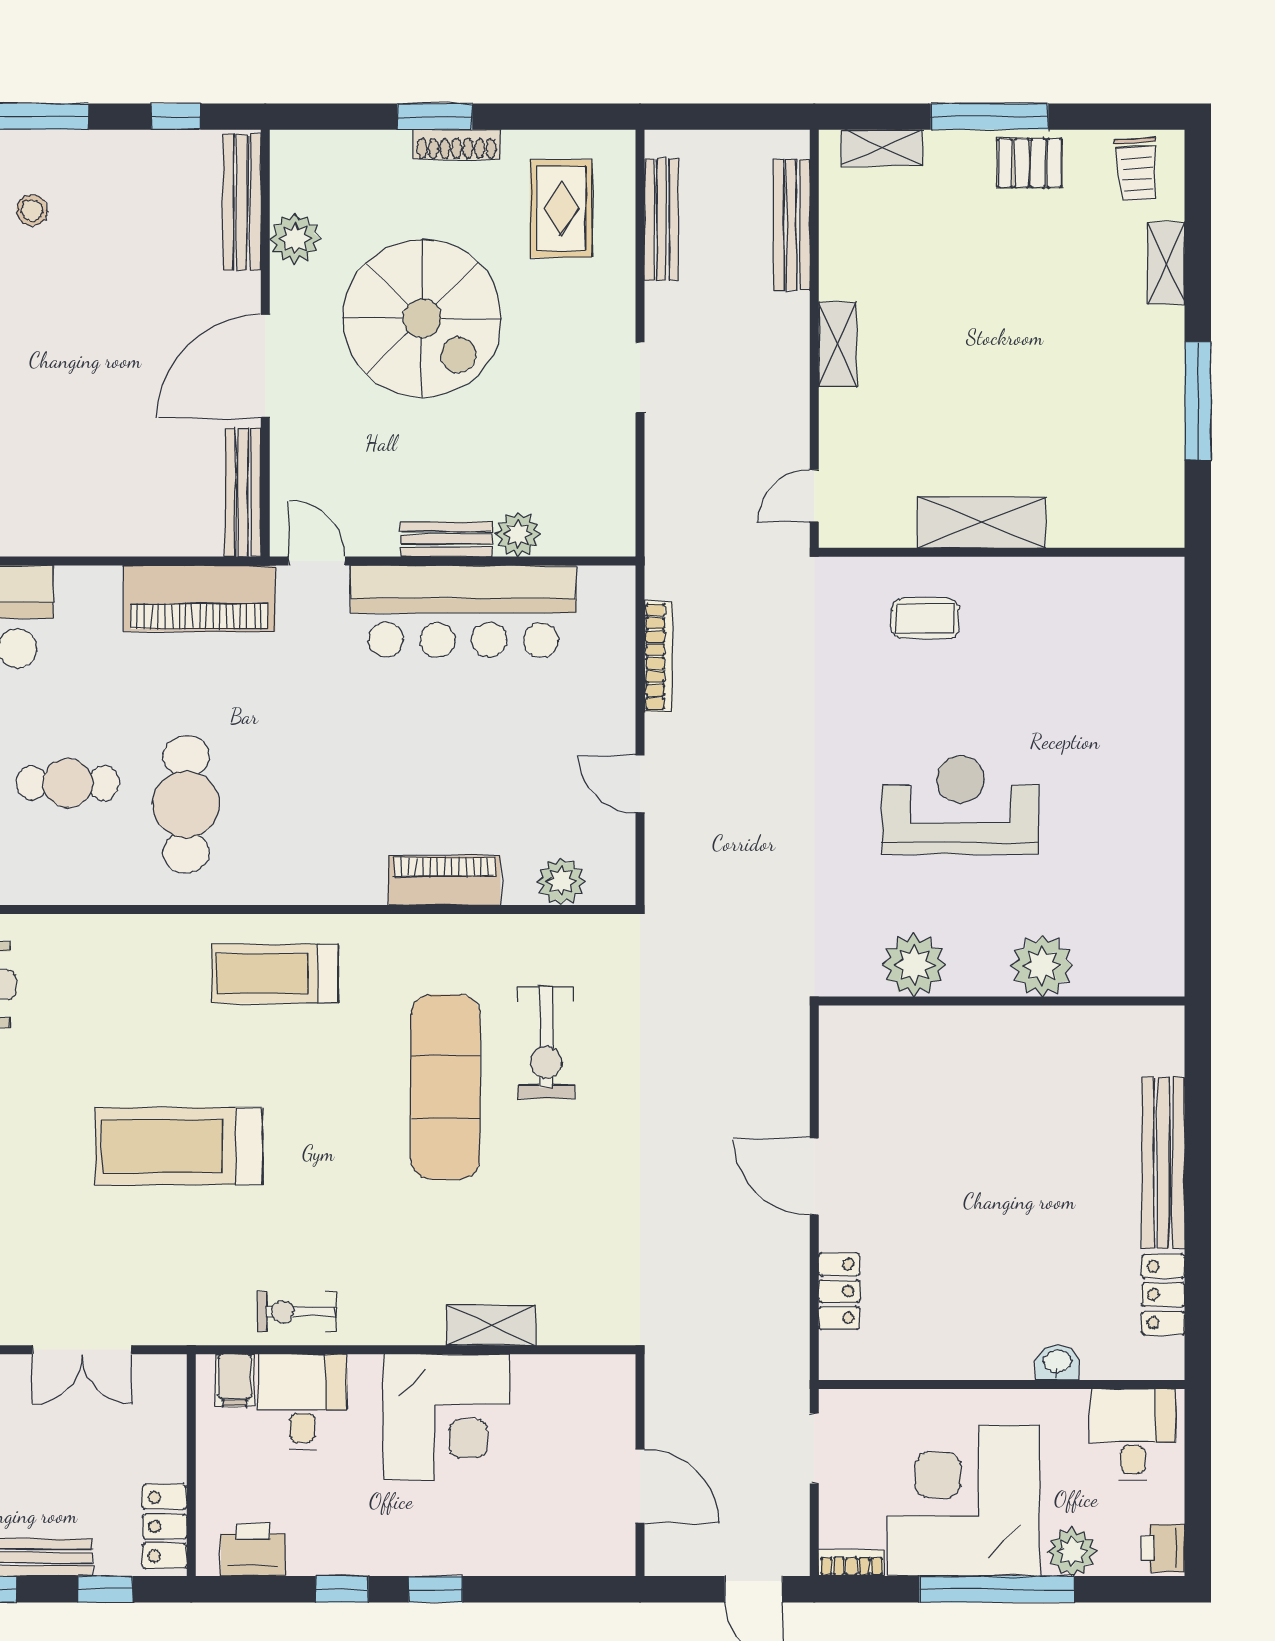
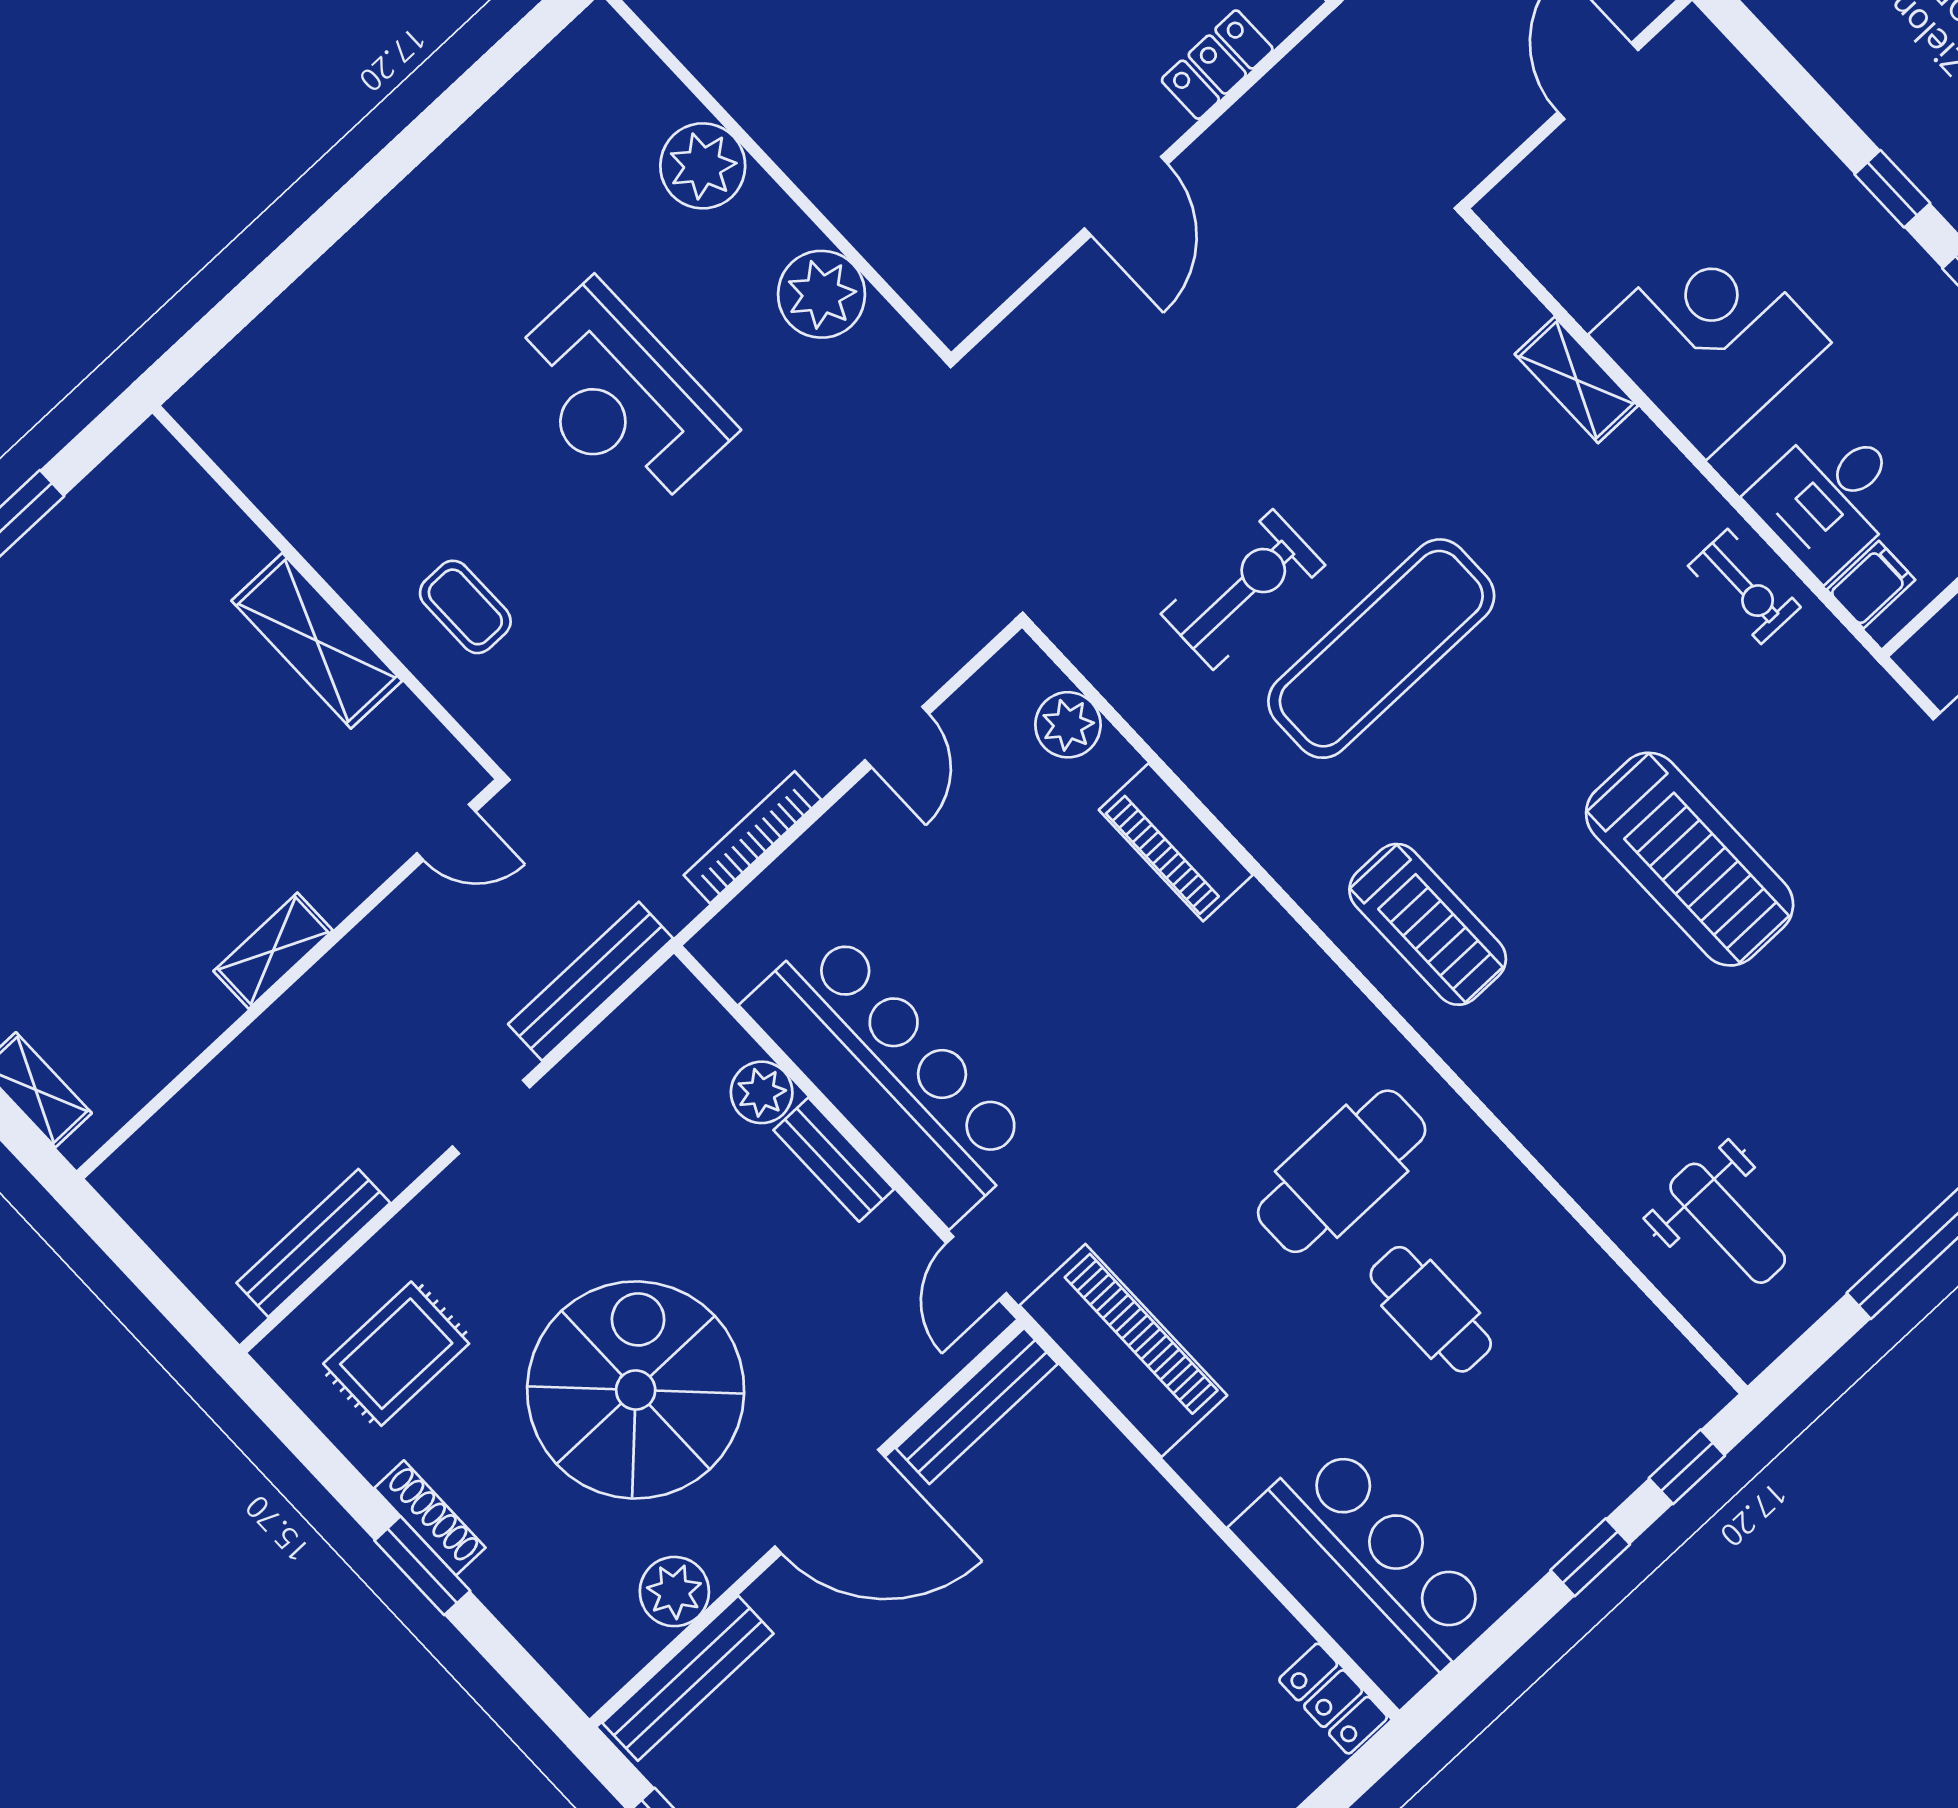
bench: (792, 225) -> (591, 981), moved

